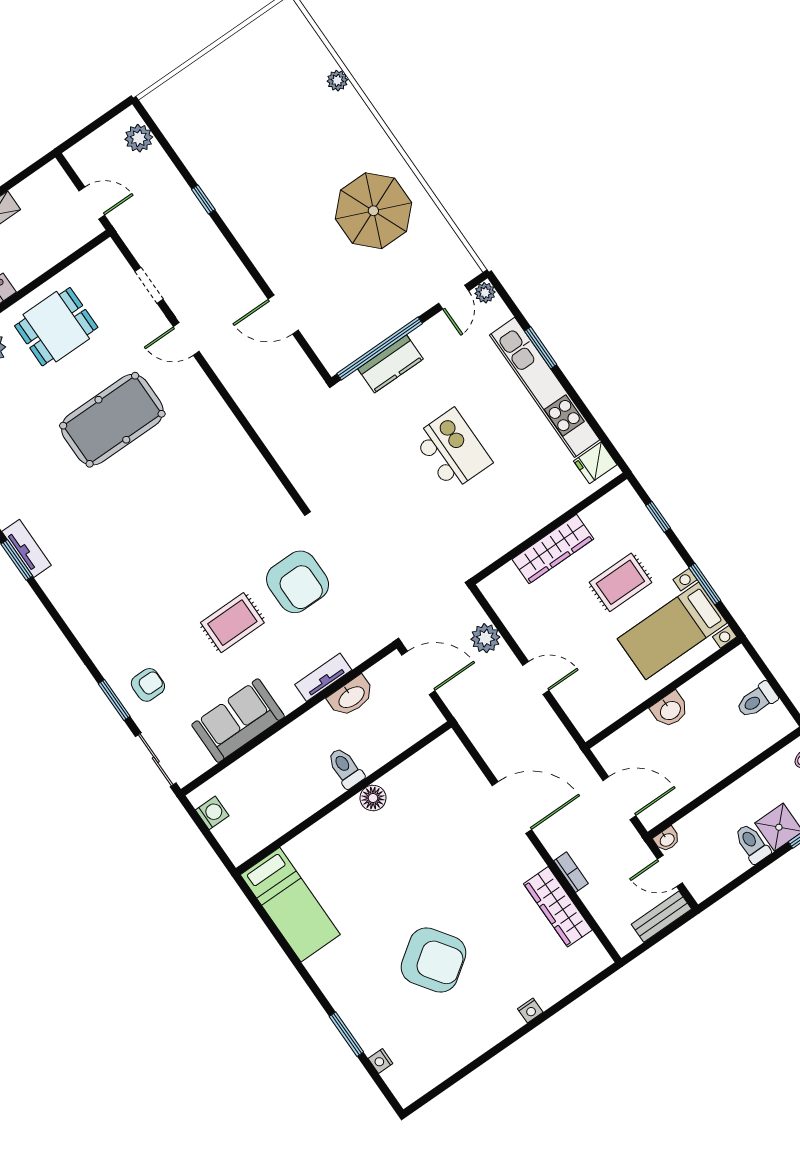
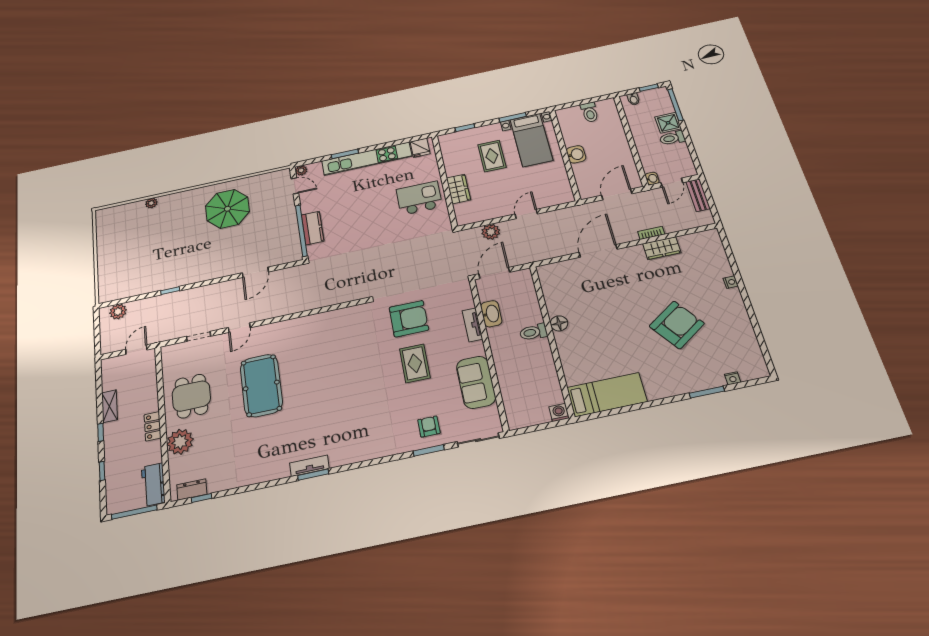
kitchen island: (452, 450) -> (419, 198), moved
wardrobe: (553, 549) -> (458, 189), width x0.67
washing machine: (212, 813) -> (559, 412), moved
wardrobe: (558, 907) -> (662, 248), width x0.67

